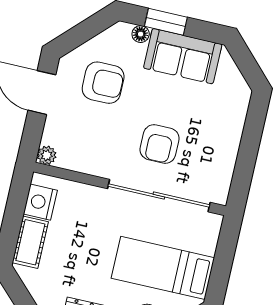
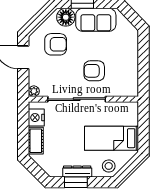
floor lamp: (141, 34) -> (66, 17), width x1.89, depth x1.89
armchair: (160, 144) -> (94, 71), turned 90
sliding door: (159, 196) -> (77, 99), moved

